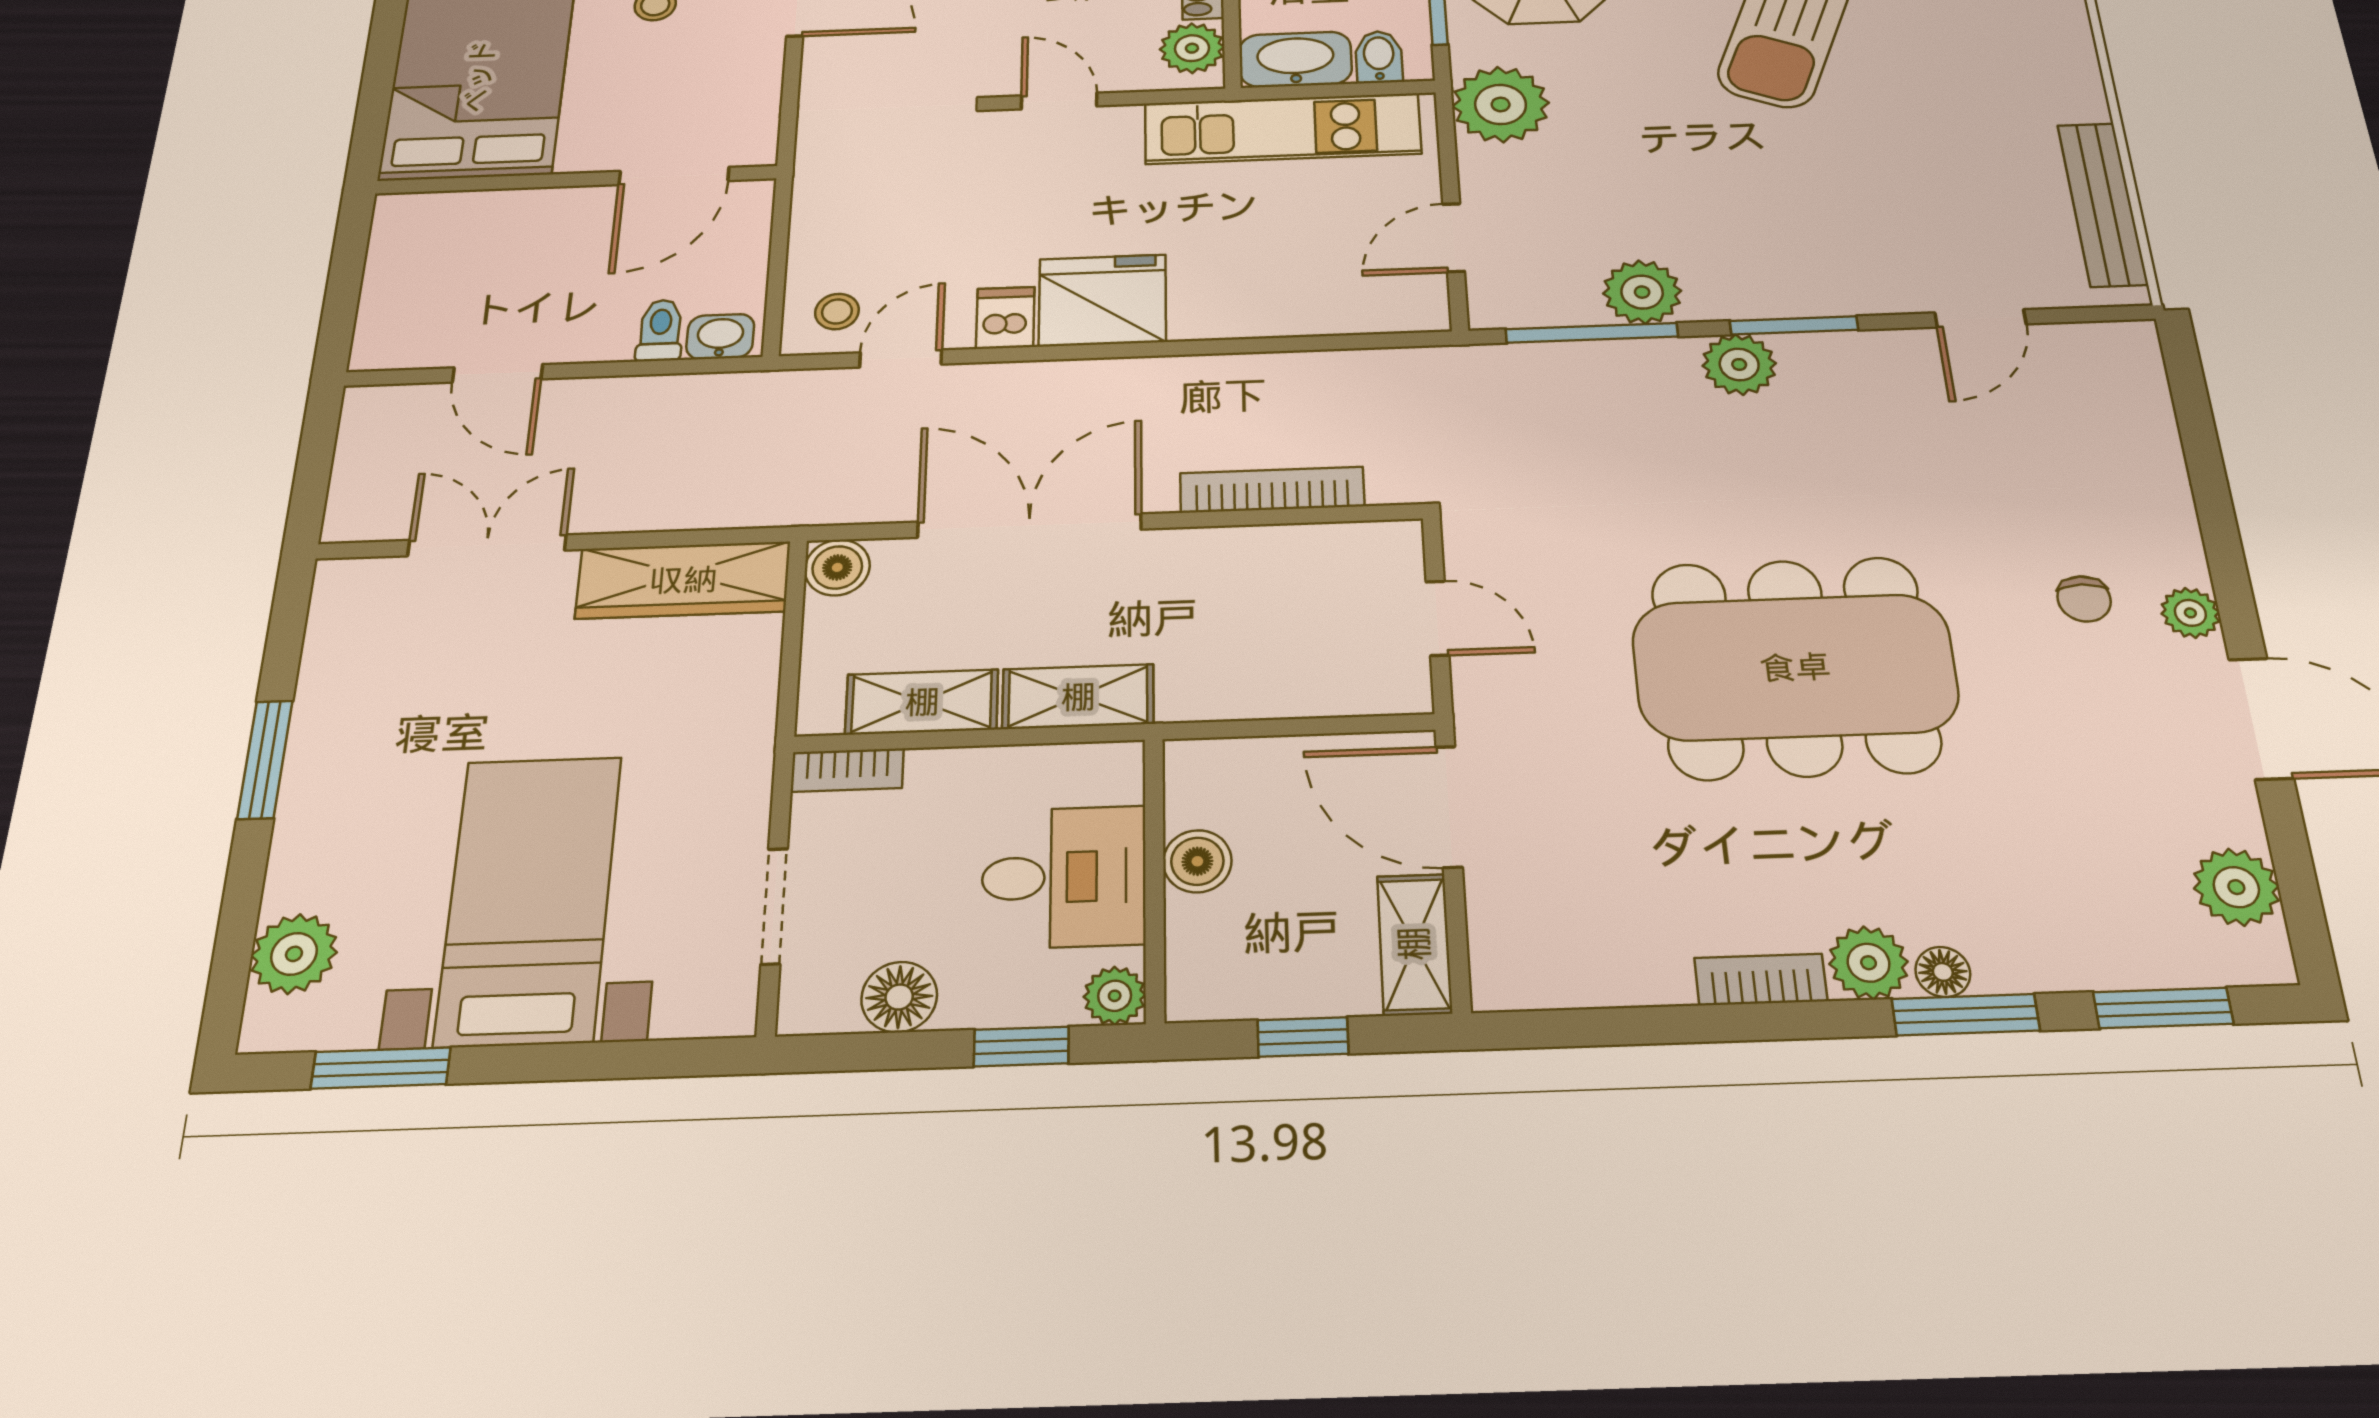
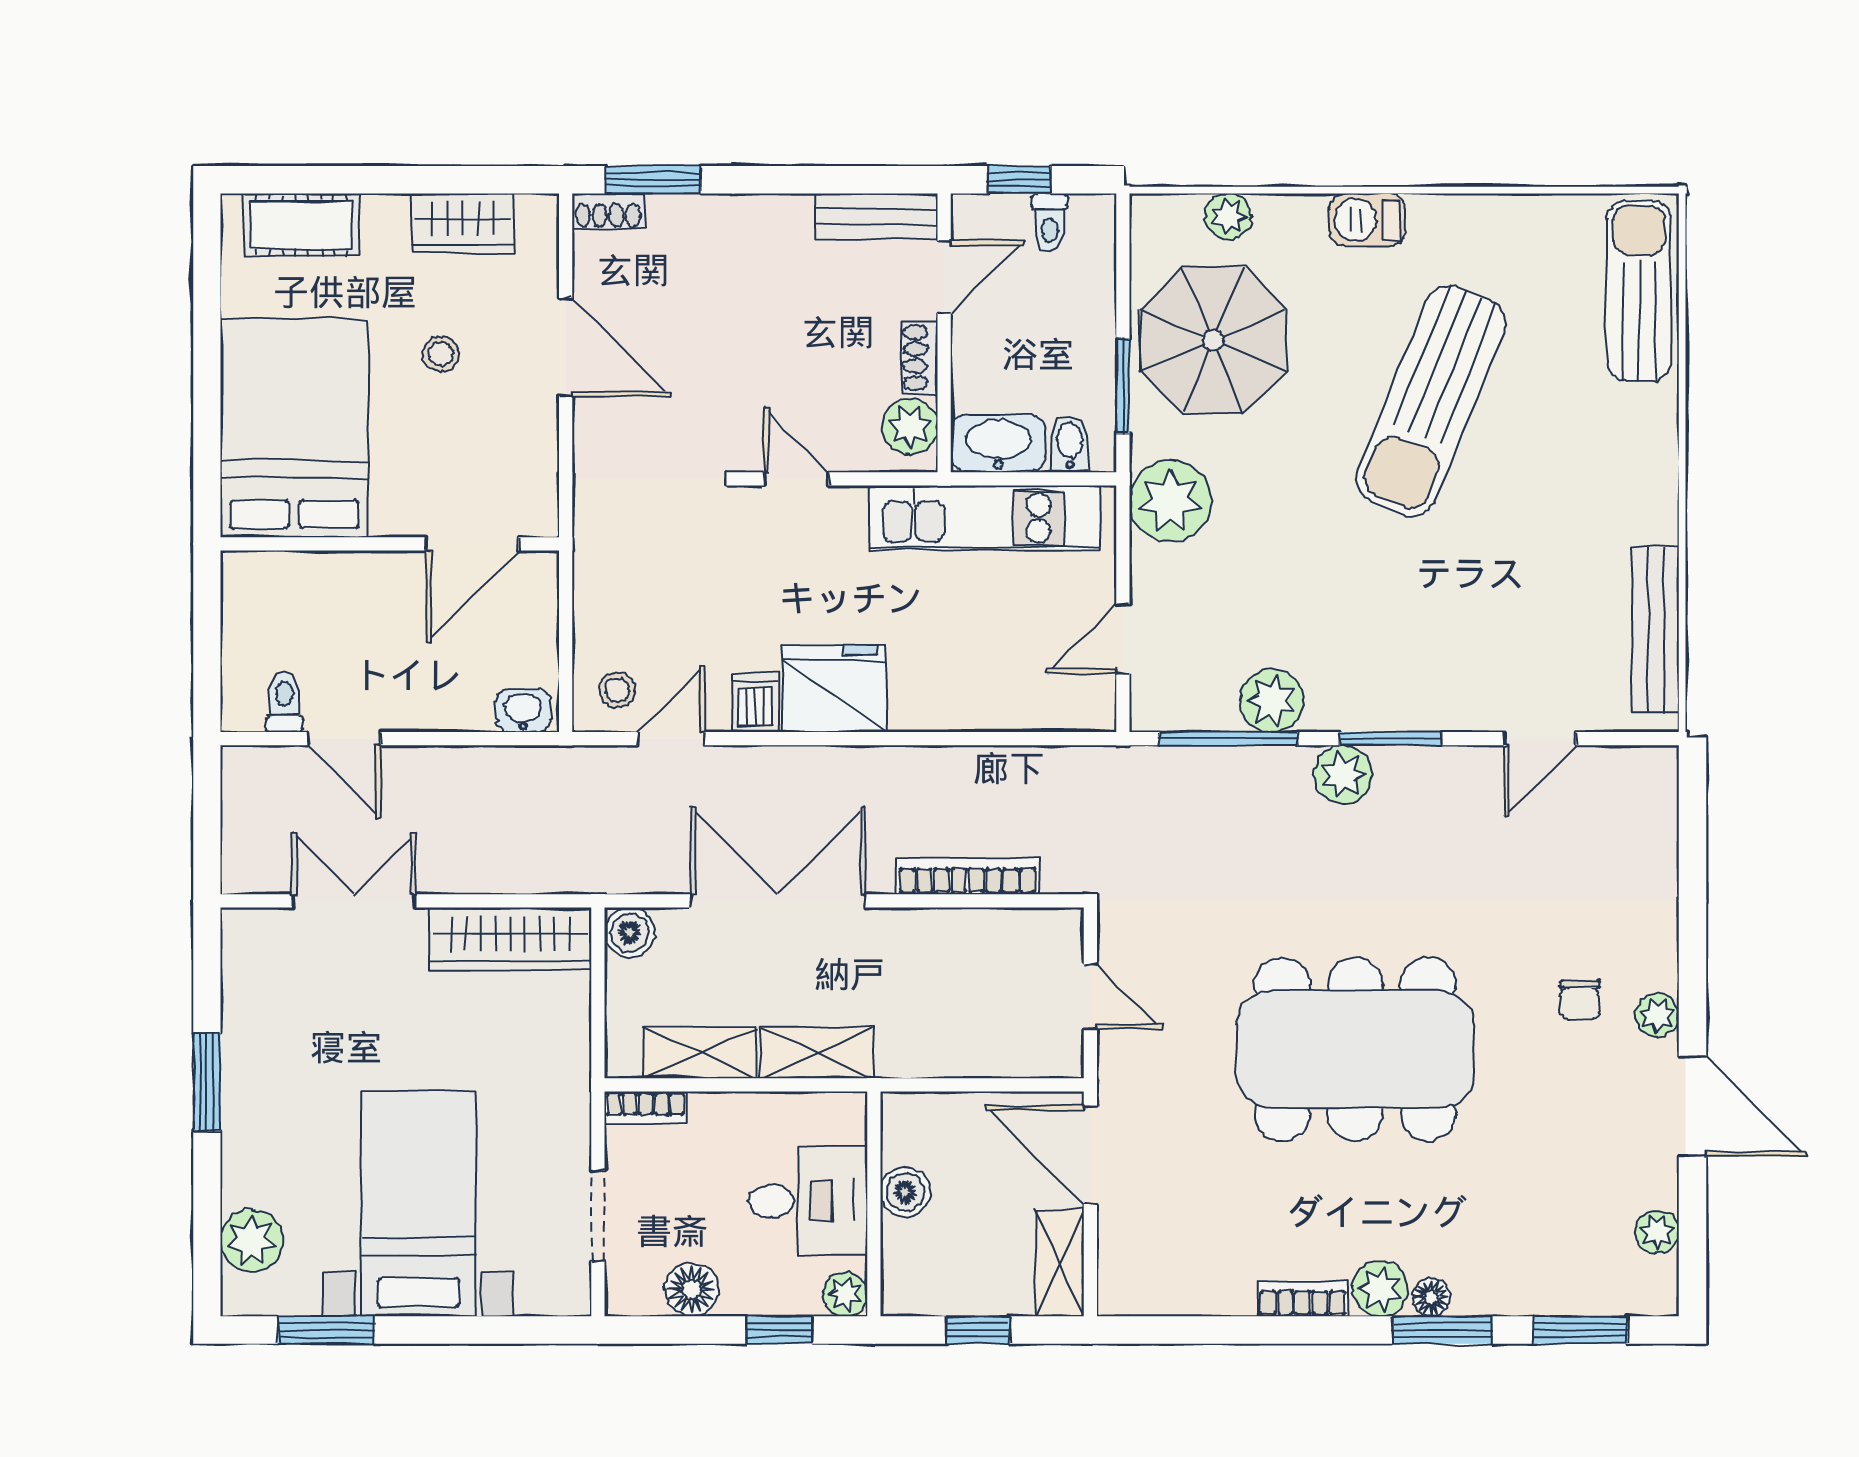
toilet: (660, 330) -> (284, 702), moved
plant: (2236, 887) -> (1657, 1232), width x0.73, depth x0.73

